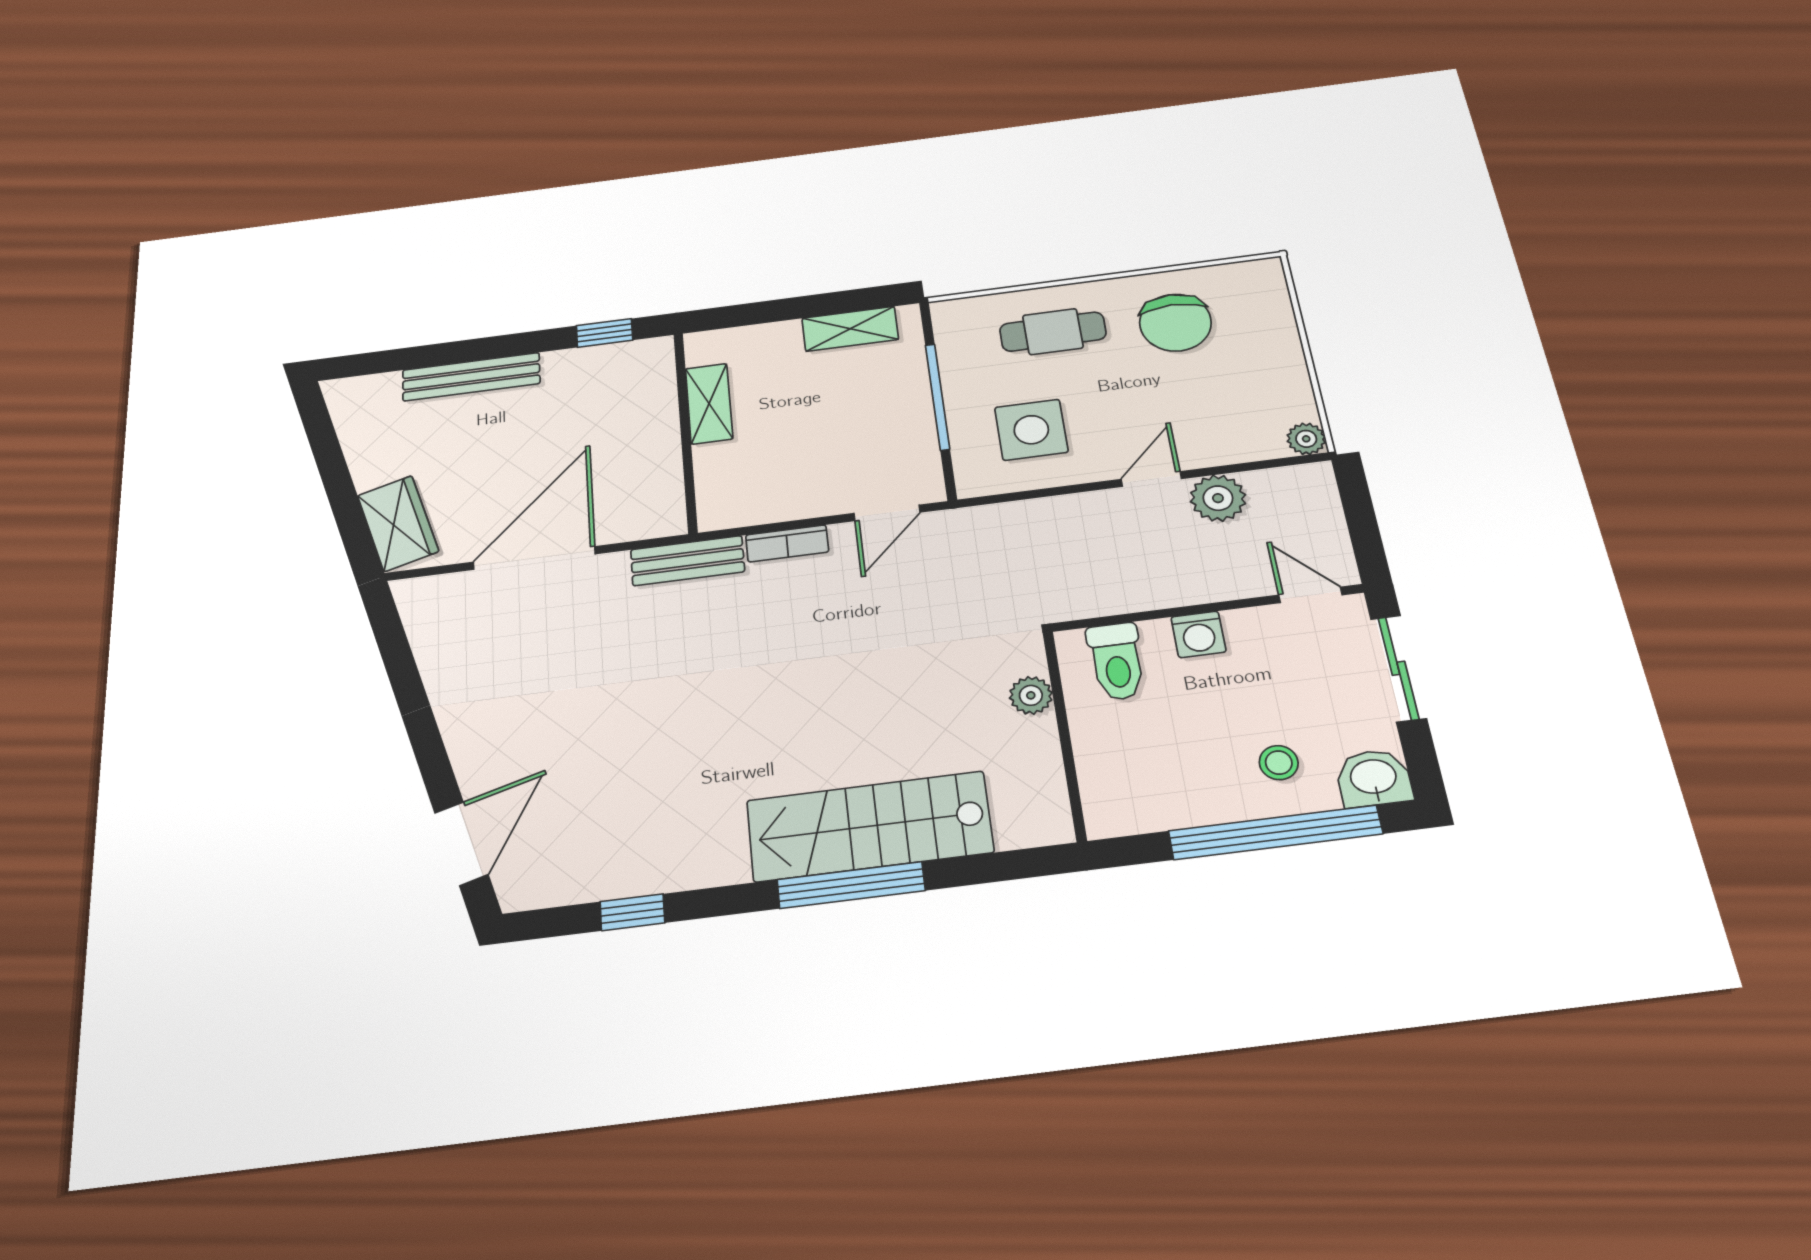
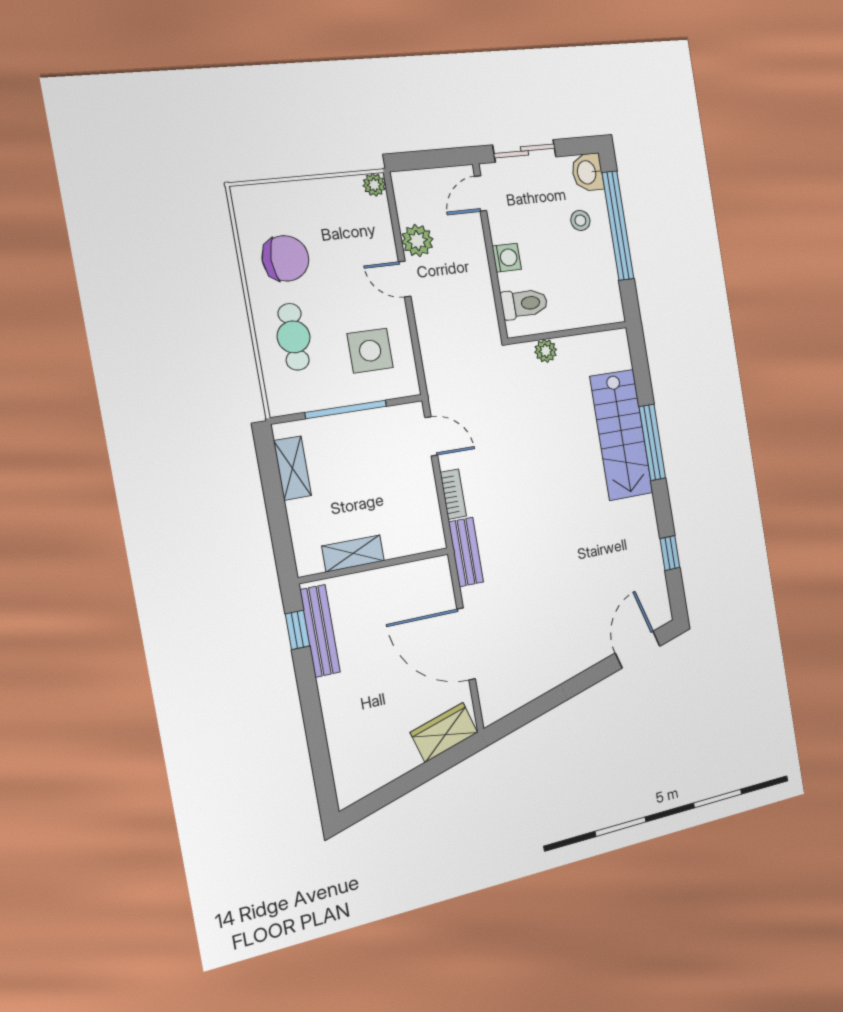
bench: (471, 377) -> (320, 631), moved
door: (461, 844) -> (638, 650), hinge flipped

